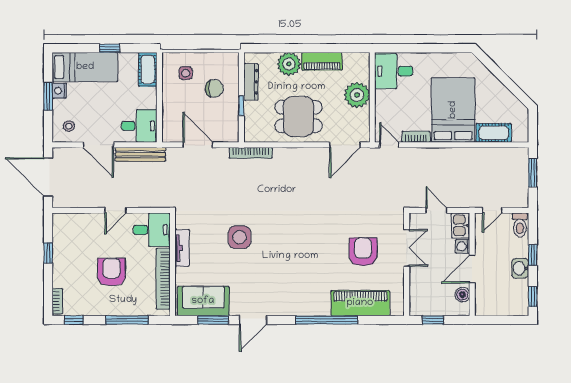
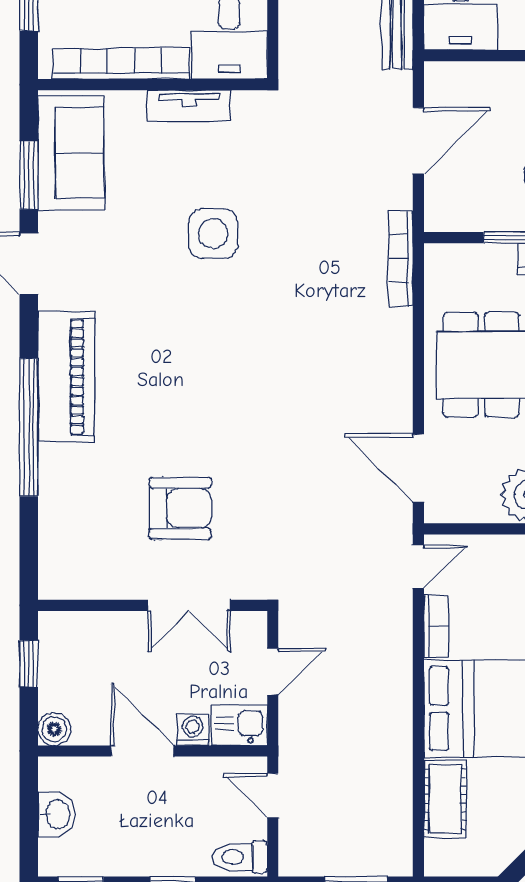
washbasin: (520, 268) -> (57, 814), moved, turned 90
boiler: (462, 295) -> (54, 729), moved
piano: (360, 303) -> (66, 377), moved

